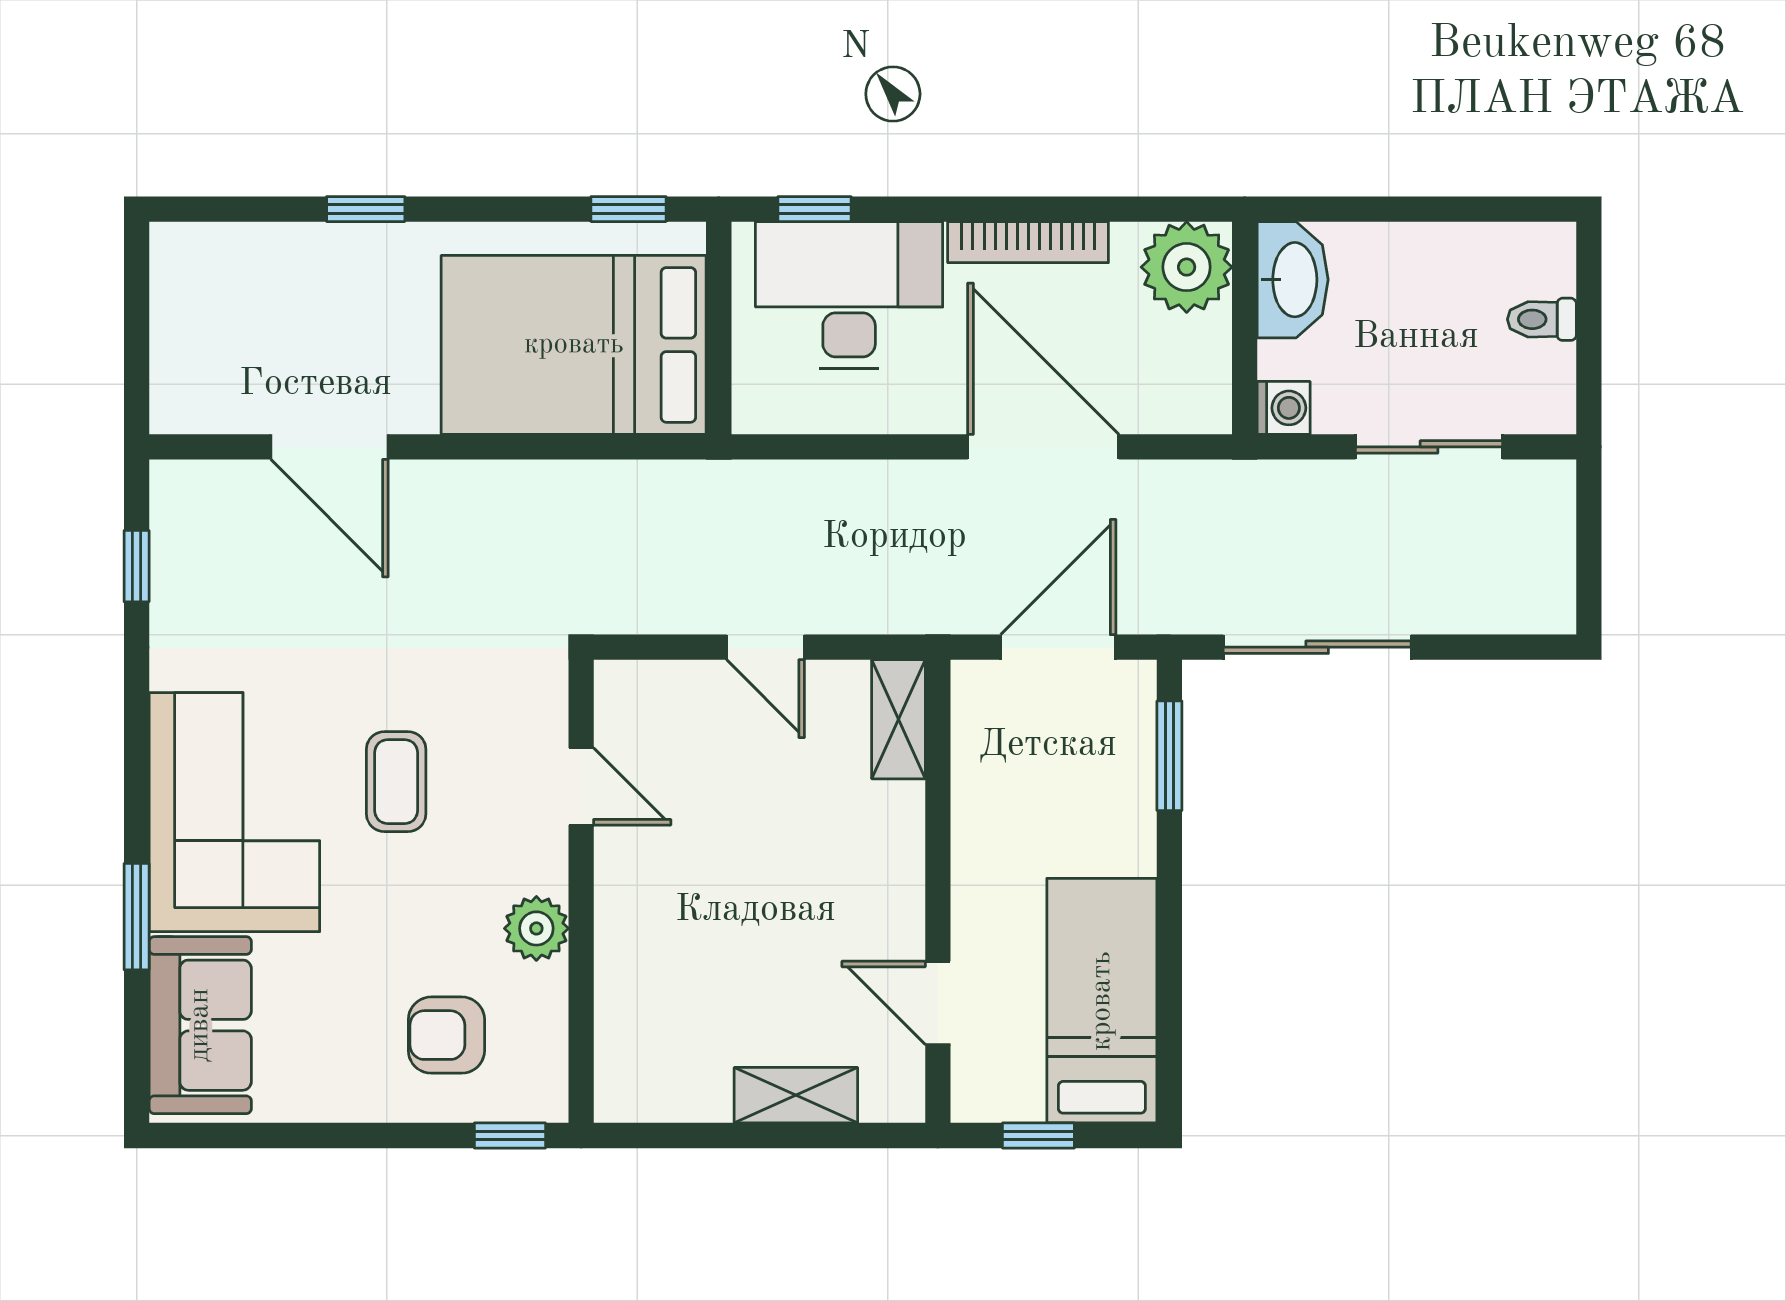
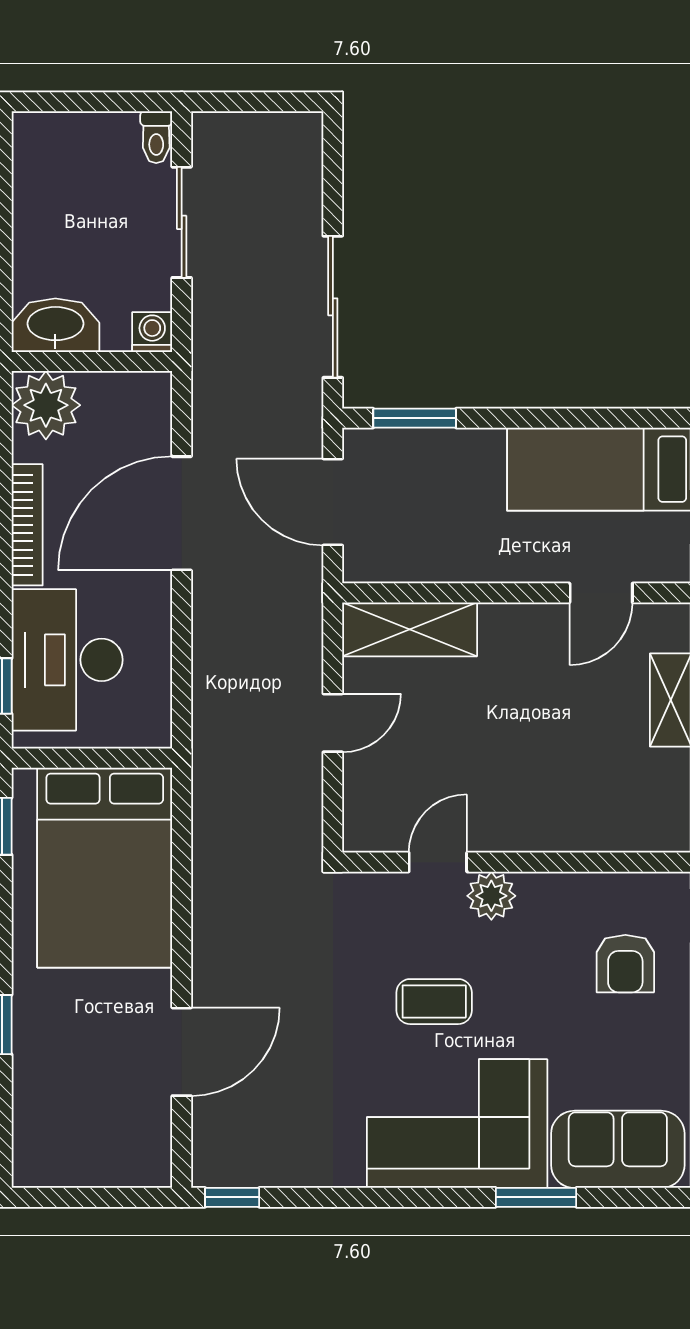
toilet: (1542, 319) -> (156, 137), moved
window: (137, 566) -> (232, 1197), moved
shelving: (899, 719) -> (410, 629), width x1.50, depth x1.33
plant: (536, 928) -> (491, 896), moved

